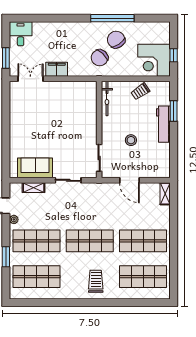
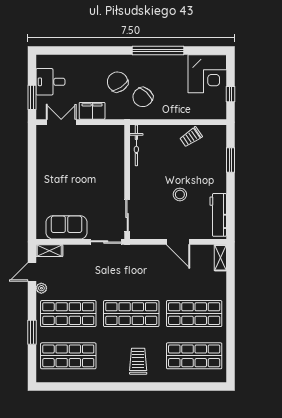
desk: (21, 34) -> (50, 82), moved, turned -90
chair: (116, 40) -> (118, 82), moved
corner desk: (154, 60) -> (207, 74), moved, turned -90
bicycle: (107, 99) -> (136, 145), moved
workbench: (163, 124) -> (218, 215), moved
wall: (99, 130) -> (127, 182), moved
sliding door: (99, 158) -> (127, 216), moved
shelving: (34, 188) -> (49, 251), moved

